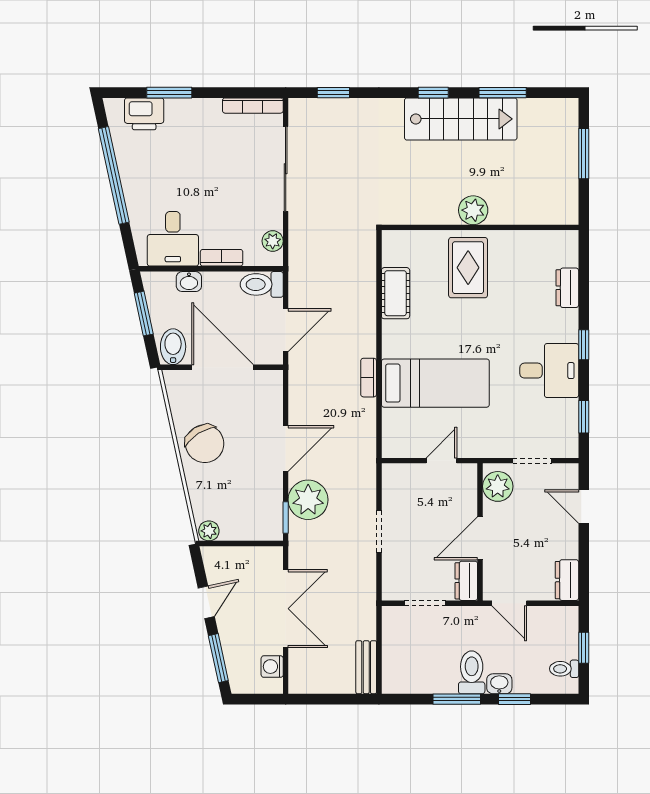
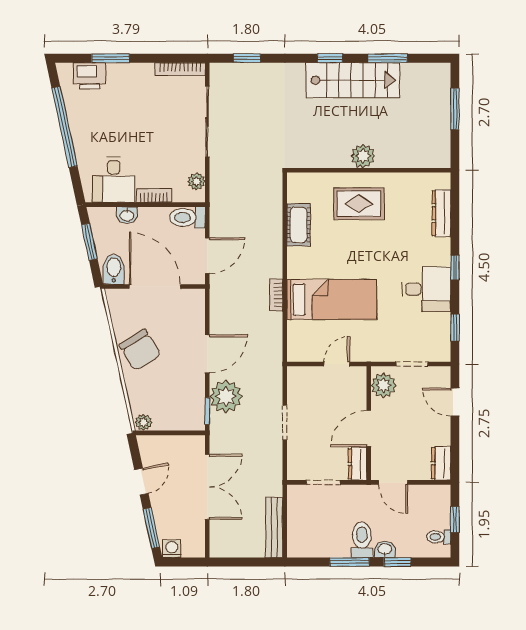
rug: (468, 268) -> (359, 204), turned 90
dresser: (567, 288) -> (441, 213), width x1.44
washing machine: (272, 667) -> (172, 549), moved, turned 90
bench: (366, 667) -> (274, 527), width x1.36

